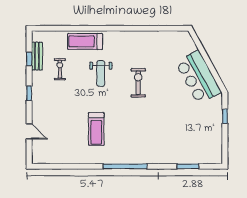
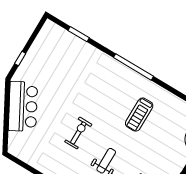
exercise bike: (138, 83) -> (78, 133), turned 180
treadmill: (96, 129) -> (139, 115), turned 180

